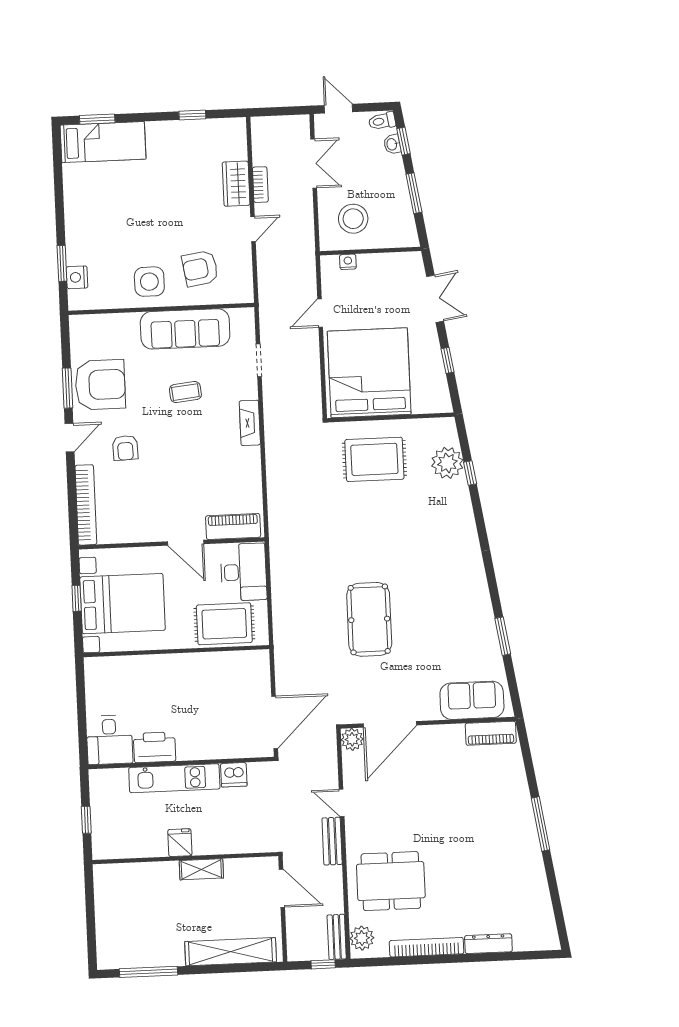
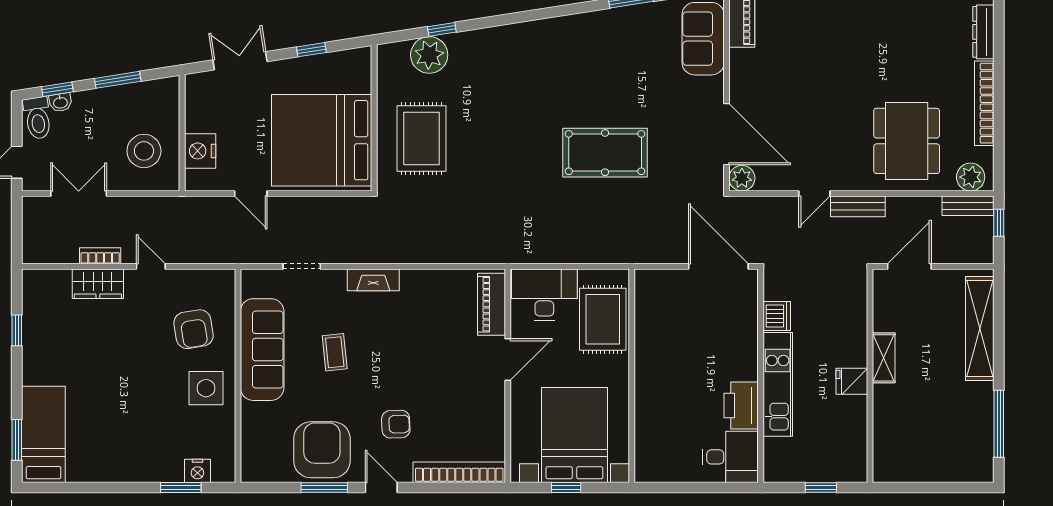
toilet: (382, 121) -> (37, 118), width x1.37, depth x1.39
nightstand: (348, 262) -> (200, 151), width x1.89, depth x1.79

